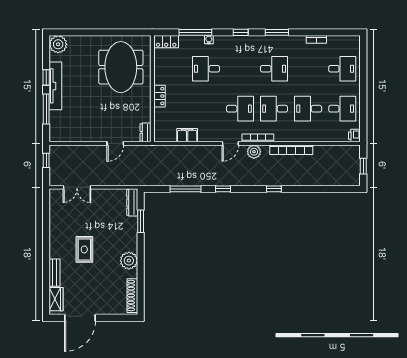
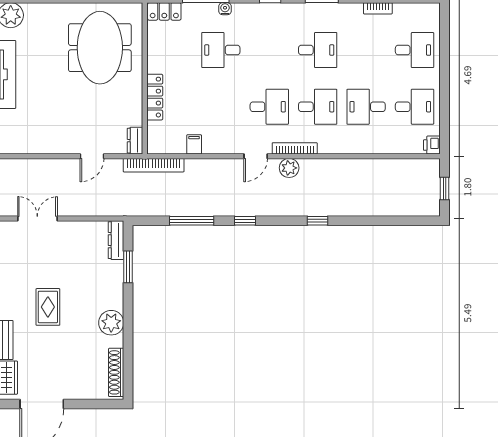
locker: (159, 96) -> (155, 97), width x1.53
desk: (274, 109) -> (318, 107), turned 180
filing cabinet: (187, 135) -> (194, 144), width x0.50
bookcase: (291, 150) -> (154, 165), moved
double door: (77, 187) -> (37, 218), swing flipped

